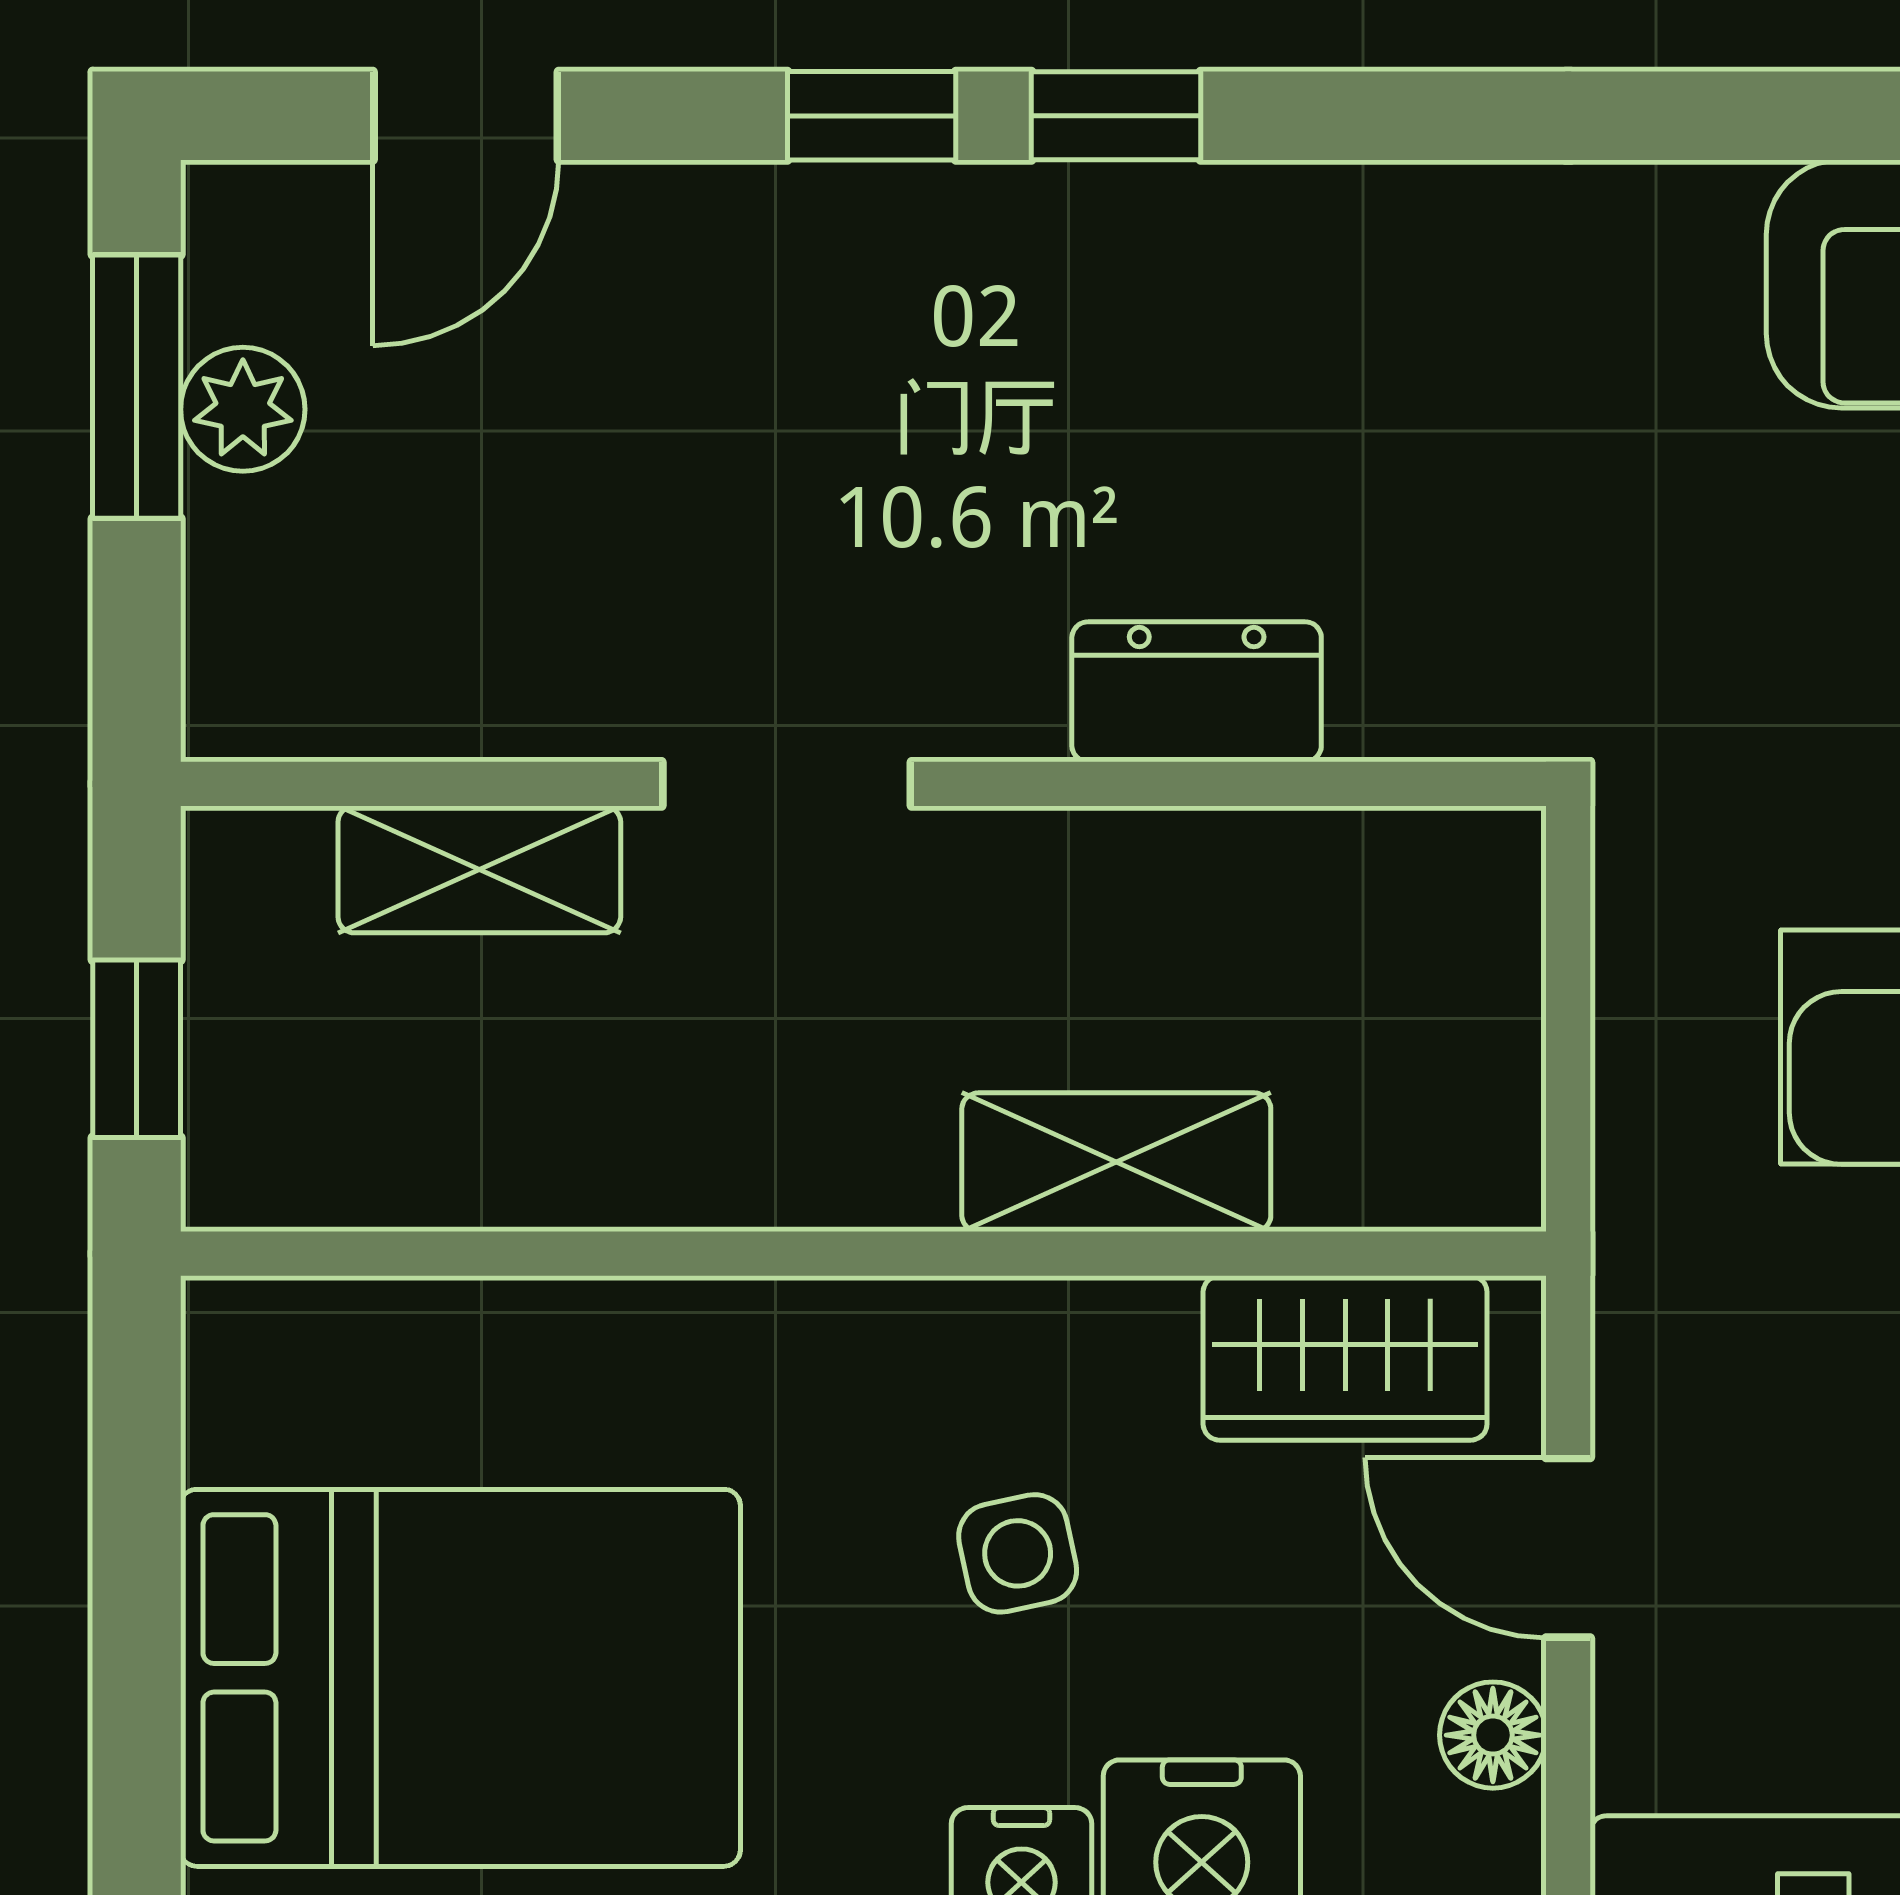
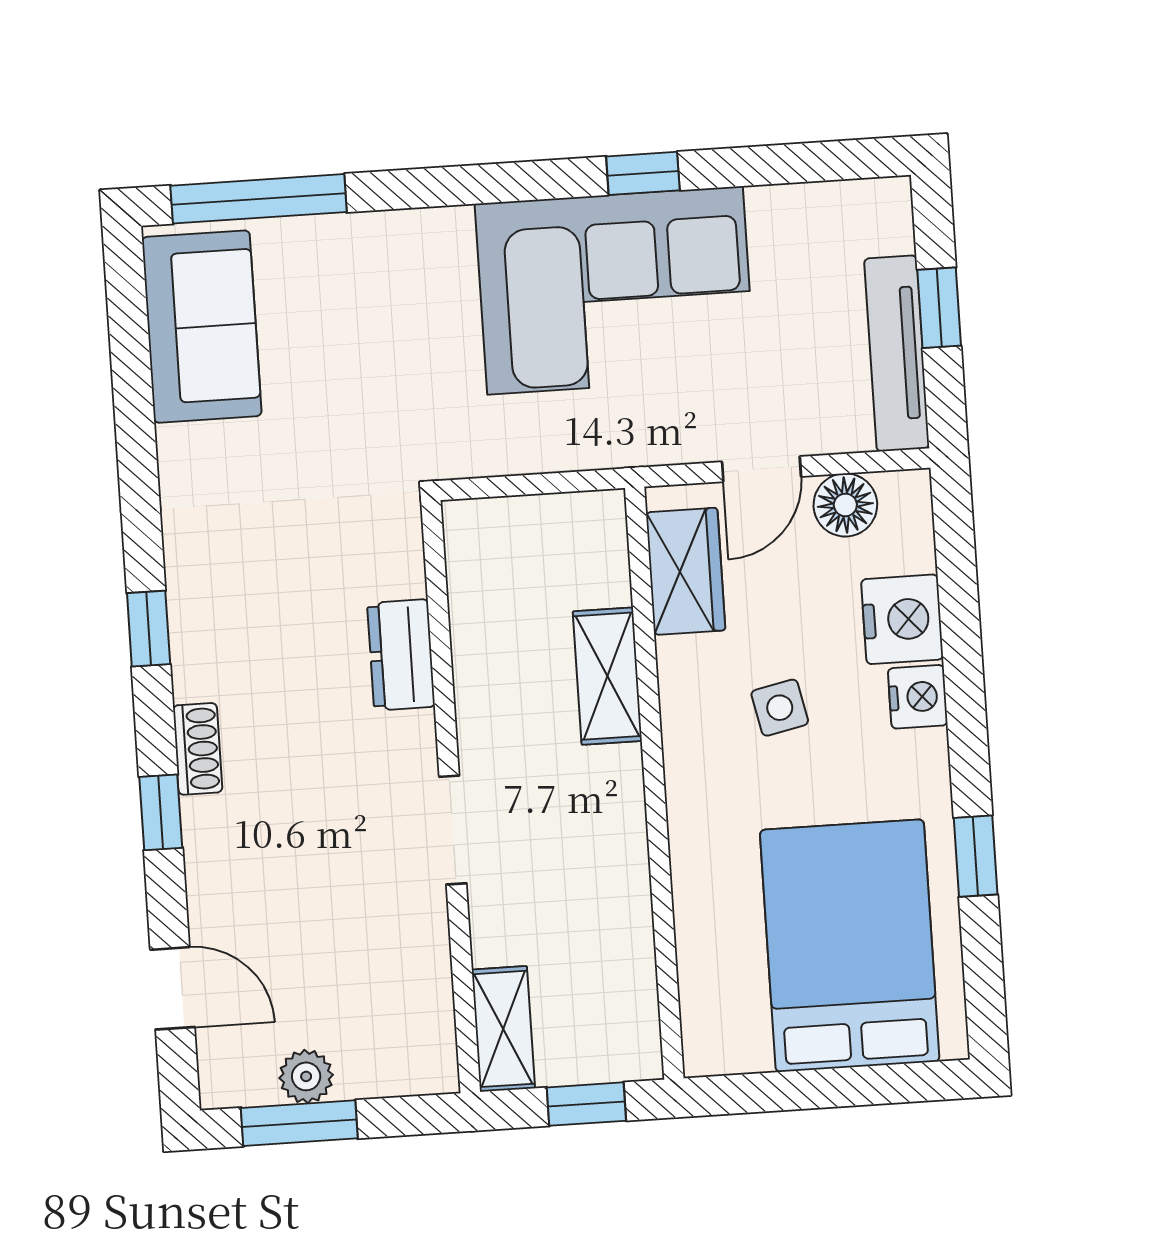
window: (1116, 116) -> (149, 629), moved
shoe rack: (1012, 210) -> (198, 749), added
shelving: (479, 869) -> (503, 1029), moved
floor lamp: (1493, 1735) -> (845, 505), width x1.37, depth x1.37

